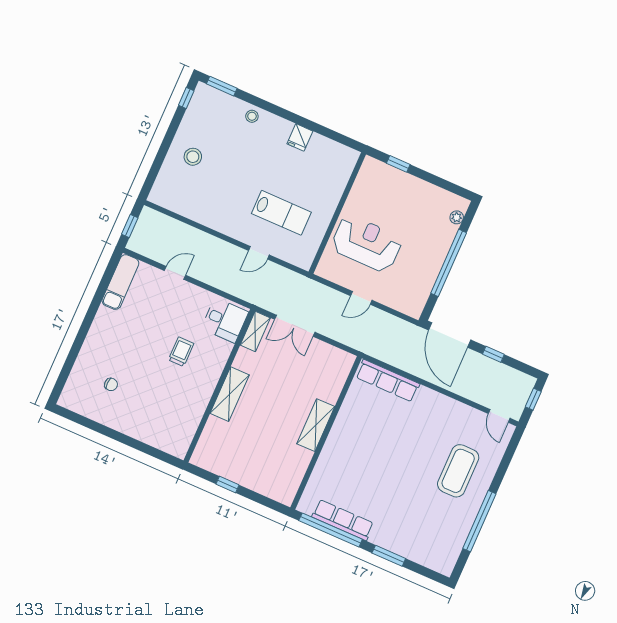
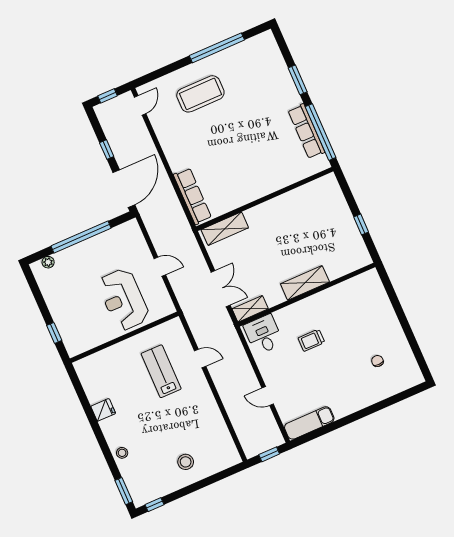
shelving: (316, 425) -> (225, 229), moved

